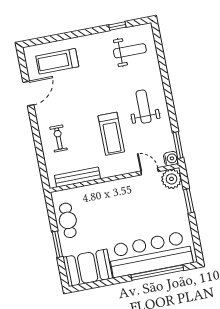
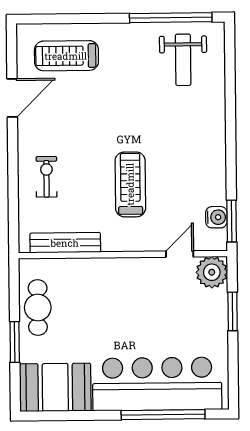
window: (117, 26) -> (171, 18), width x3.17
weight bench: (130, 51) -> (183, 60), turned 90
weight bench: (144, 107) -> (189, 151), removed
treadmill: (111, 134) -> (130, 184), turned 180
water cooler: (171, 159) -> (216, 217), moved
door: (150, 171) -> (180, 254), hinge flipped

